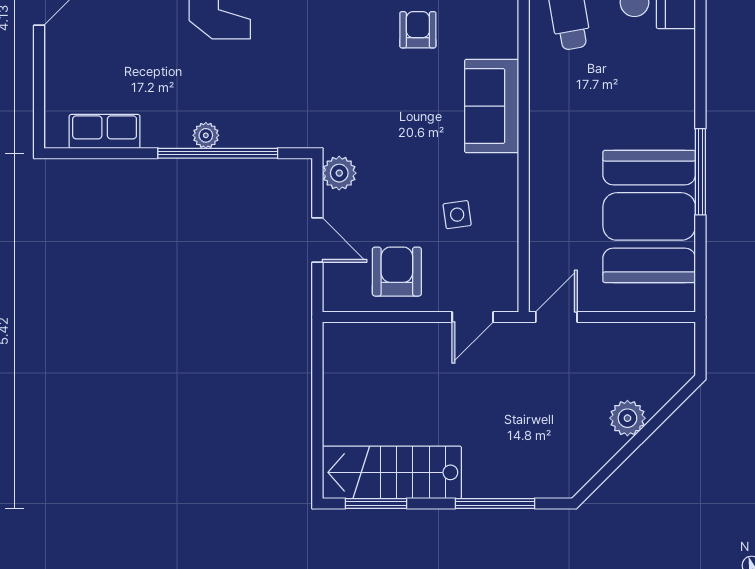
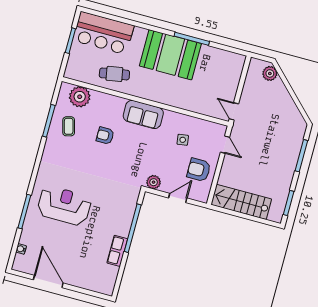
row of seats: (105, 131) -> (117, 251), moved
plant: (206, 135) -> (124, 231), removed
booth: (649, 216) -> (170, 55), moved
plant: (627, 418) -> (270, 73), moved
stairs: (392, 472) -> (241, 202), moved, turned 90

